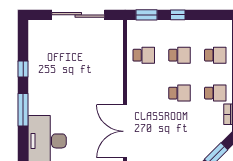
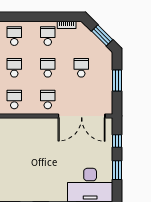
school desk: (144, 93) -> (48, 99), added
school desk: (180, 131) -> (81, 68), added

